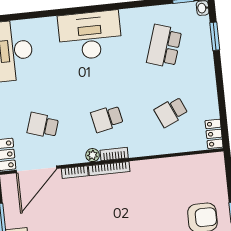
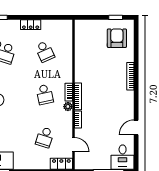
locker: (214, 134) -> (31, 25), moved
door: (36, 169) -> (73, 145), width x0.53

